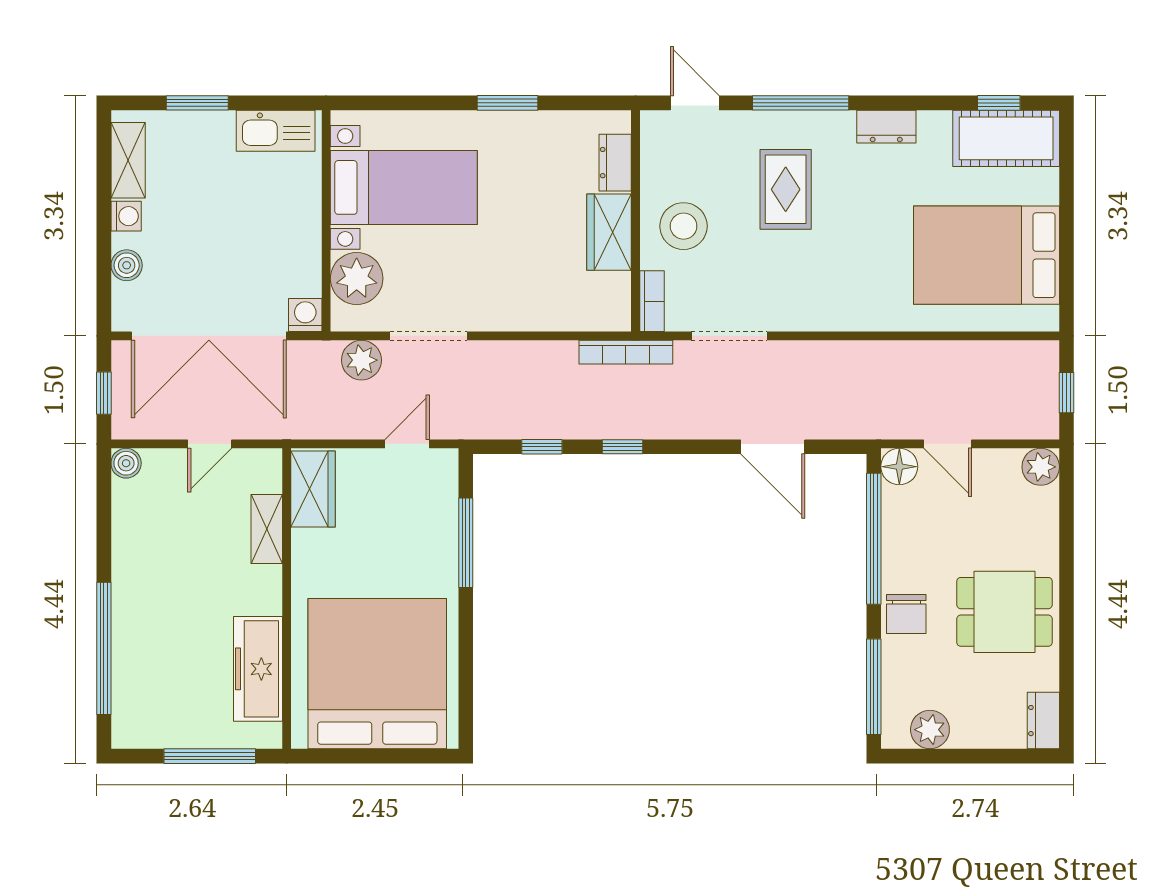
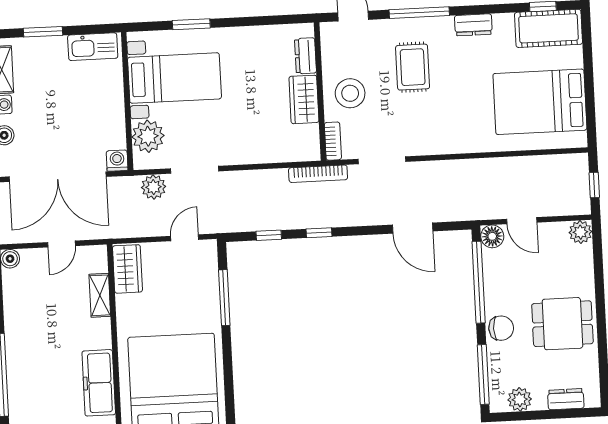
window: (507, 103) -> (191, 24), moved
chair: (906, 614) -> (501, 328), turned -90
dresser: (1043, 721) -> (566, 399), moved, turned 90

